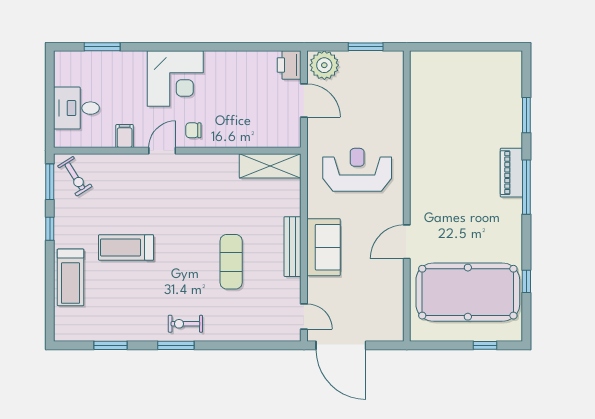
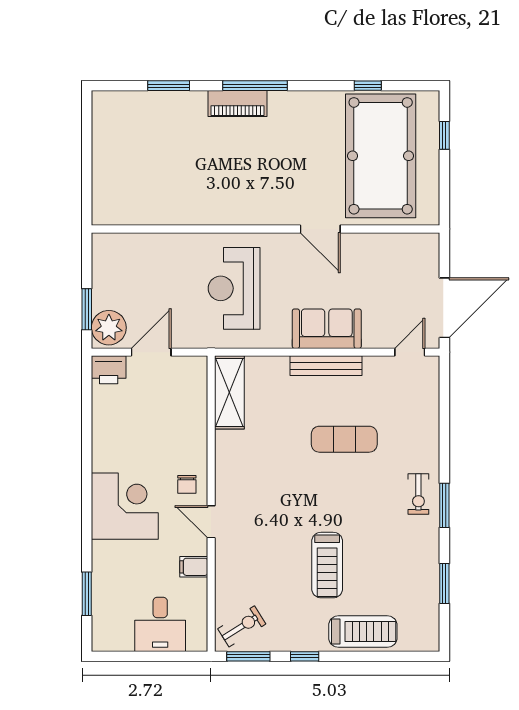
window: (366, 47) -> (87, 309), moved

